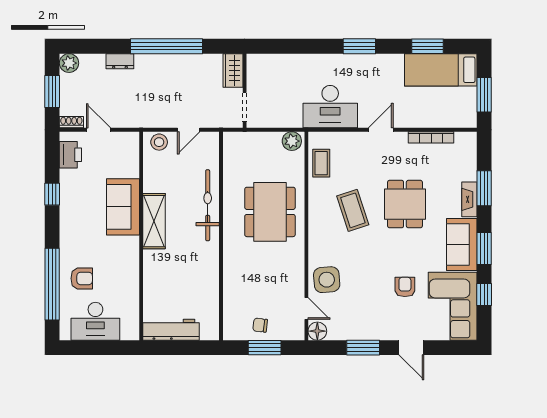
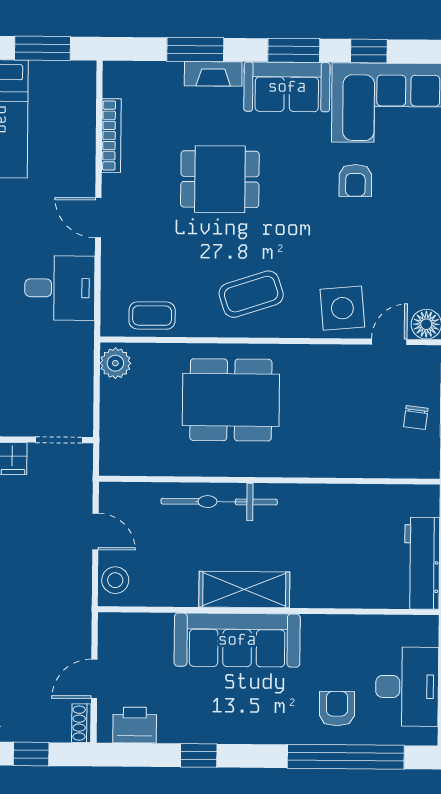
window: (52, 92) -> (31, 754), width x0.67
desk: (330, 107) -> (60, 288), width x0.73
sofa: (123, 207) -> (237, 640), width x1.36
coffee table: (353, 210) -> (251, 294), moved
armchair: (405, 287) -> (355, 180), turned -90

